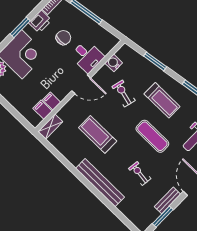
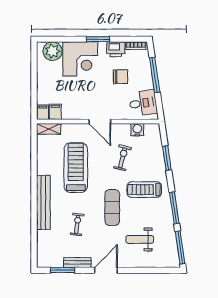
desk: (87, 56) -> (143, 103), moved, turned -98
treadmill: (162, 100) -> (144, 190), turned 90
filing cabinet: (52, 101) -> (43, 112), moved
treadmill: (98, 134) -> (76, 168), width x1.37, depth x1.38

